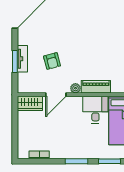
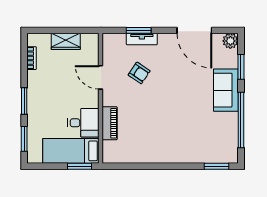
armchair: (52, 61) -> (139, 73), turned -131
plant: (75, 88) -> (108, 100), removed
wardrobe: (30, 103) -> (66, 41), moved, turned -90

